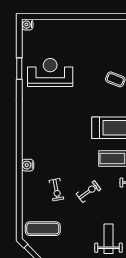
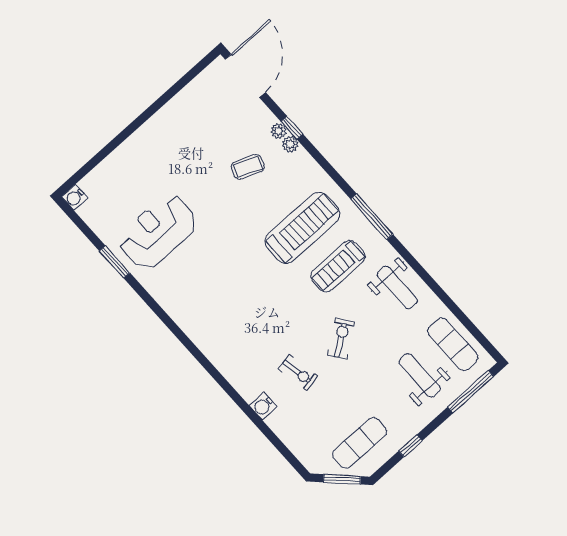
water cooler: (28, 165) -> (263, 406), moved
exercise mat: (43, 229) -> (360, 443), moved

